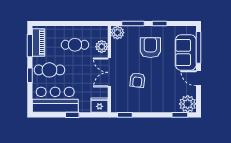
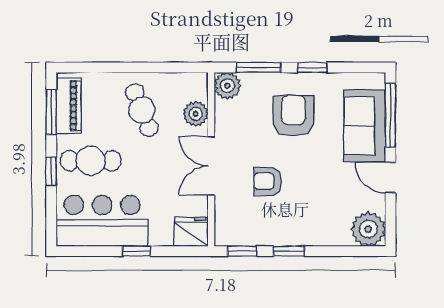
cafe table: (75, 45) -> (142, 110), turned 68
armchair: (137, 80) -> (268, 181), turned 83
window: (180, 115) -> (289, 251), moved

